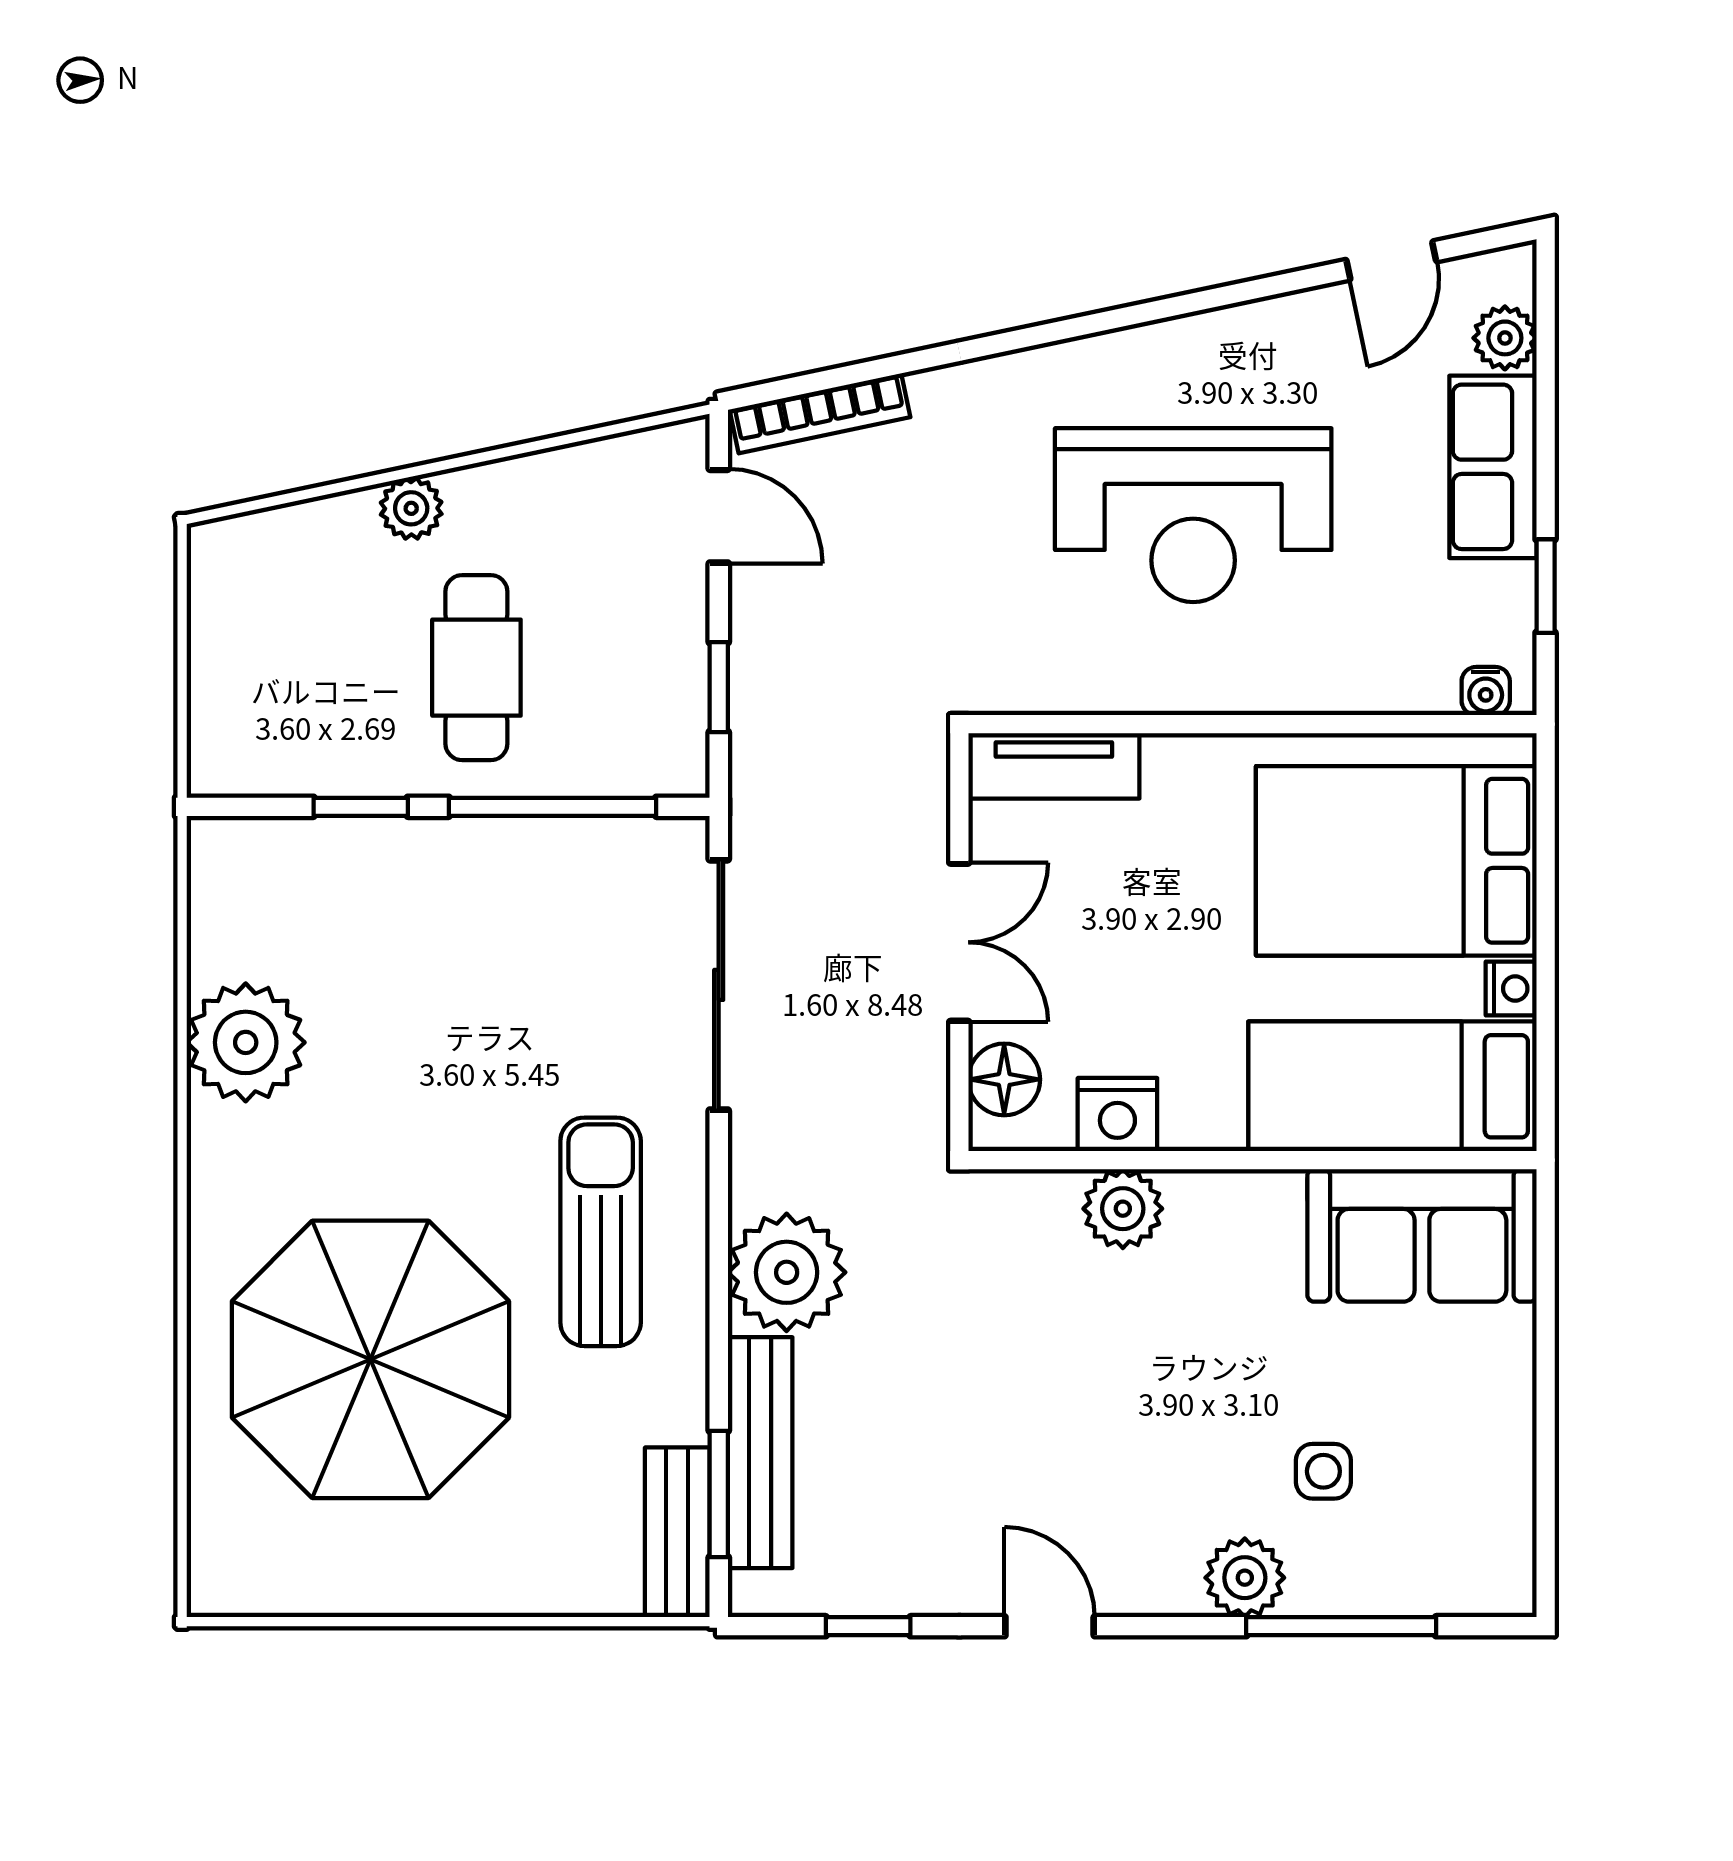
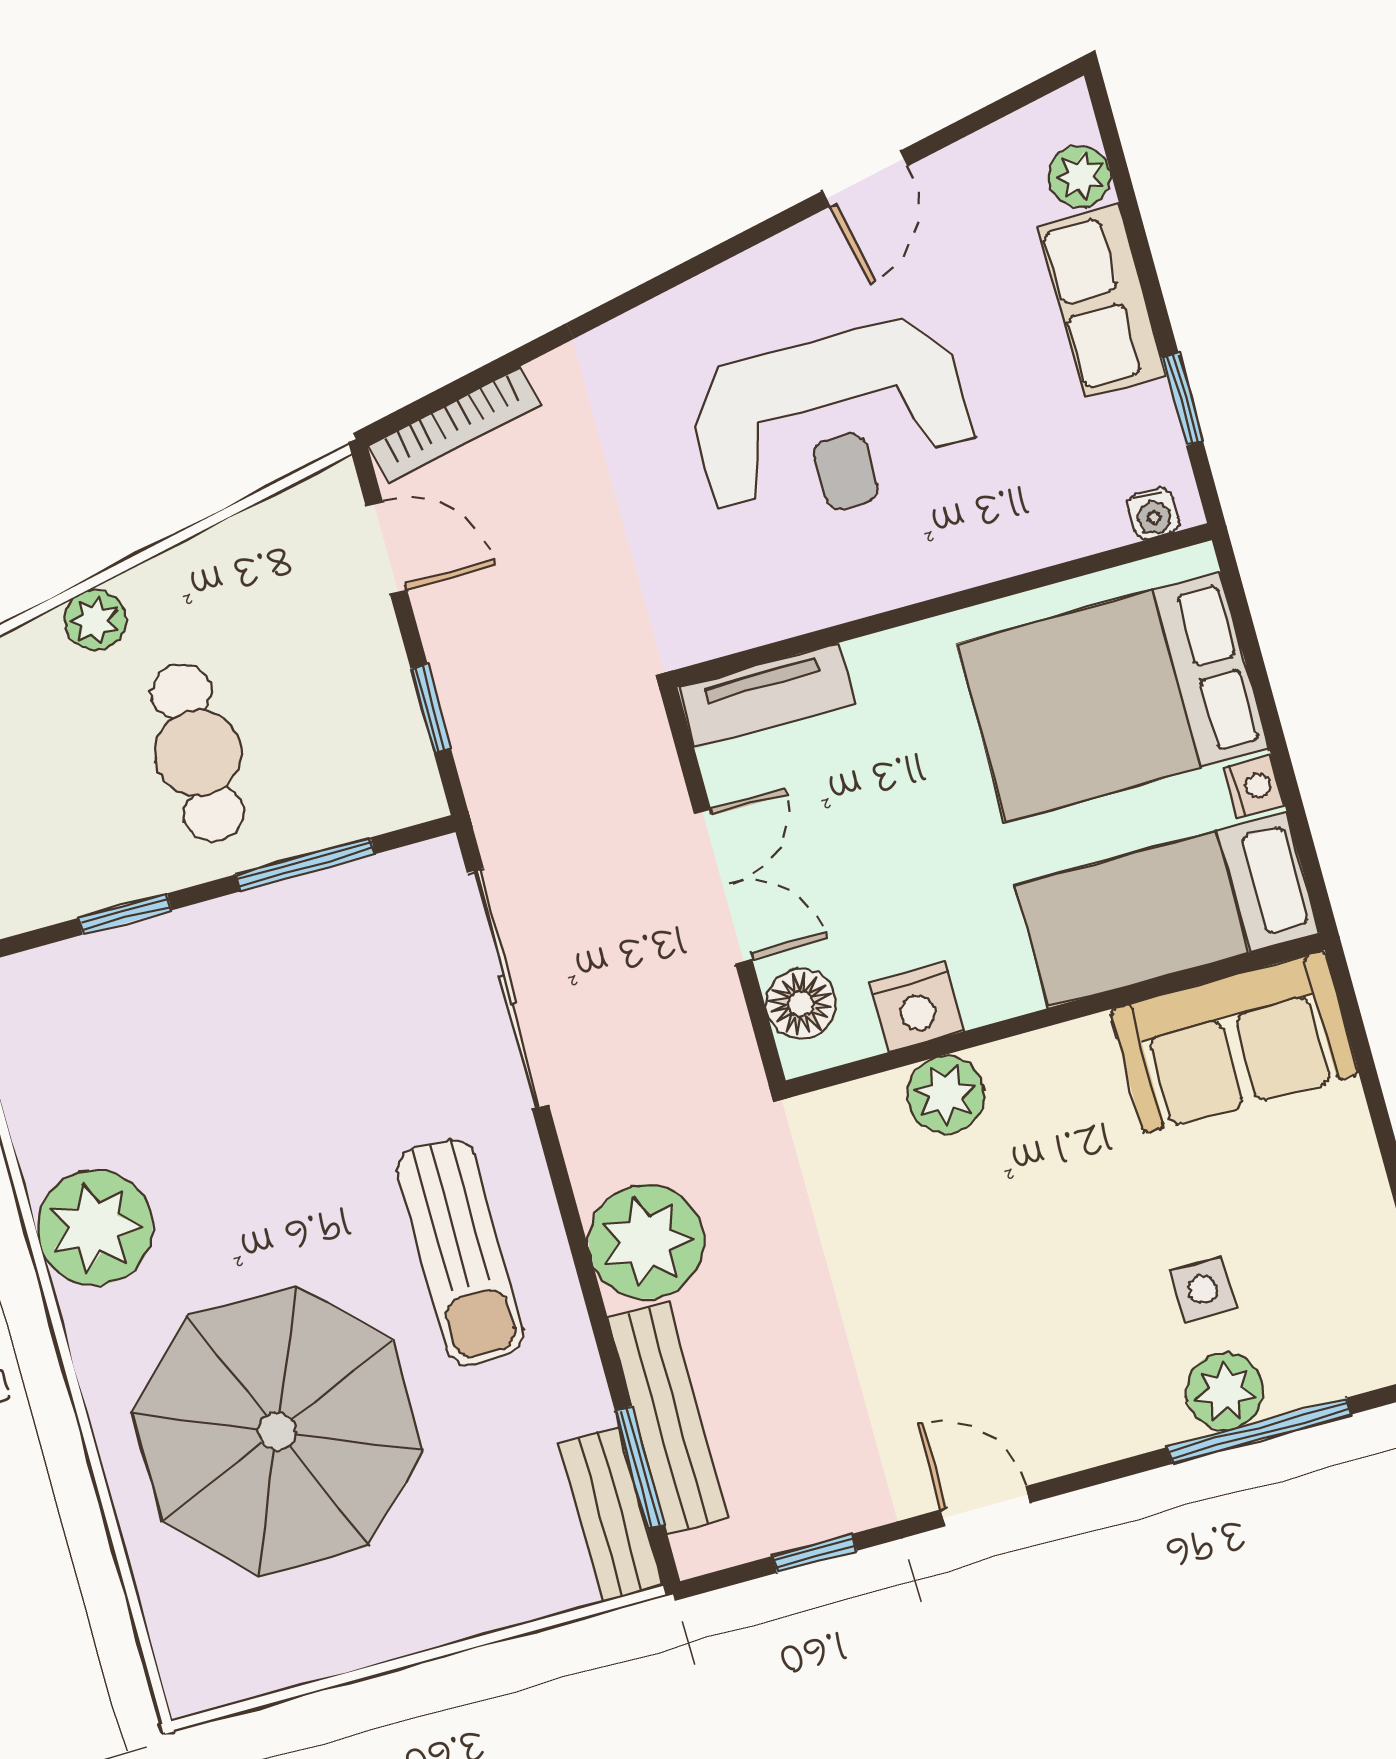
door: (1391, 261) -> (865, 178), moved
window: (553, 807) -> (305, 864), width x0.69
plant: (246, 1042) -> (95, 1228), moved
sun lounger: (601, 1232) -> (461, 1252), turned 180
plant: (1245, 1578) -> (1225, 1391), moved

